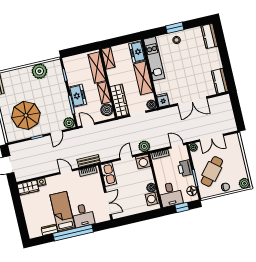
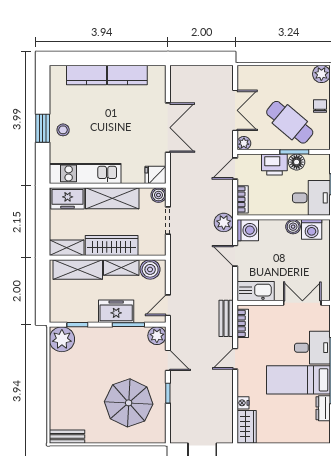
kitchen counter: (209, 36) -> (86, 75), moved
plant: (39, 71) -> (62, 339), moved
kitchen counter: (220, 81) -> (127, 75), moved
wardrobe: (119, 100) -> (112, 245), moved
floor lamp: (192, 191) -> (297, 162), moved

